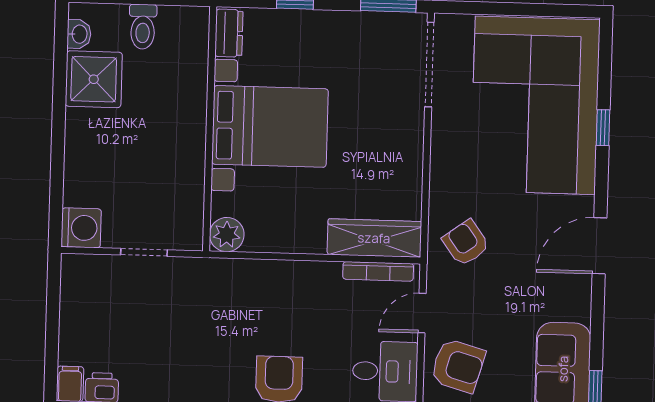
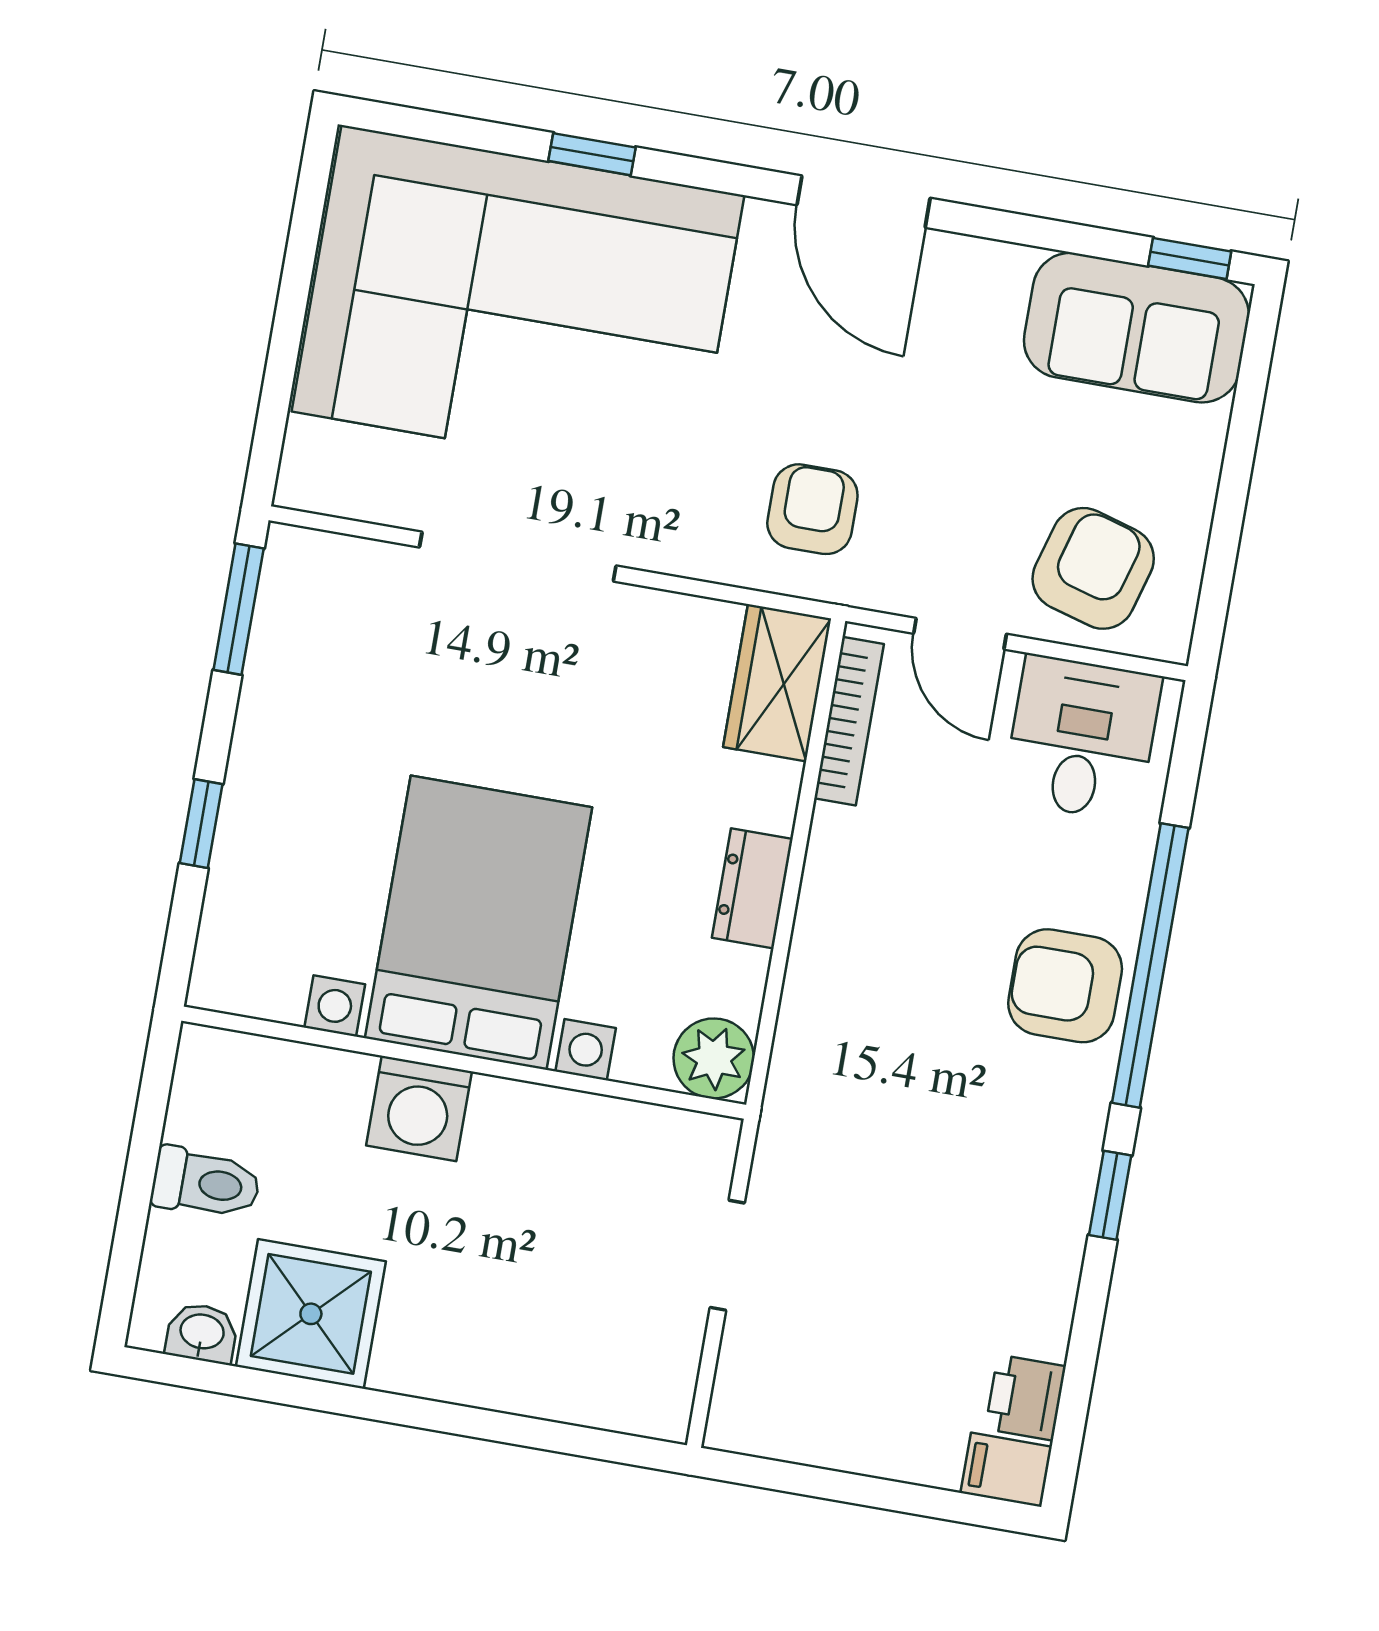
dresser: (229, 33) -> (752, 888), moved, turned -90
doorway: (429, 65) -> (518, 557), moved
washing machine: (81, 228) -> (419, 1108), moved, turned 180
wardrobe: (374, 238) -> (777, 683), width x0.67
armchair: (466, 243) -> (812, 509), turned 126

